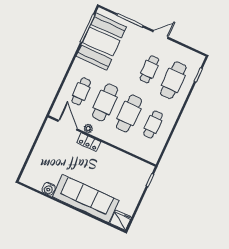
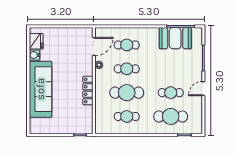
door: (161, 34) -> (203, 89), swing flipped
booth: (101, 42) -> (175, 38), width x0.73, depth x0.70
cafe table: (105, 102) -> (127, 69), width x0.73, depth x0.74
locker: (89, 142) -> (88, 91), moved, width x1.53
fridge: (121, 220) -> (36, 41), moved

